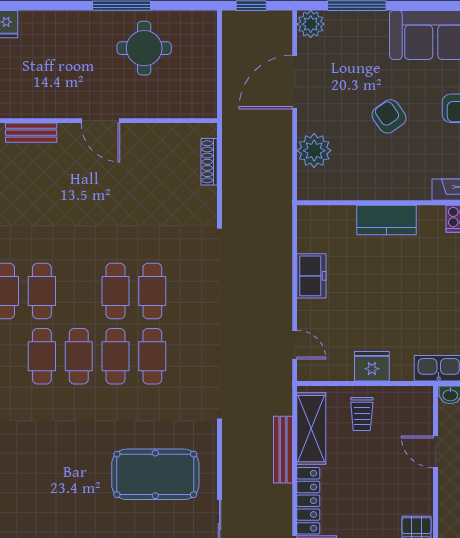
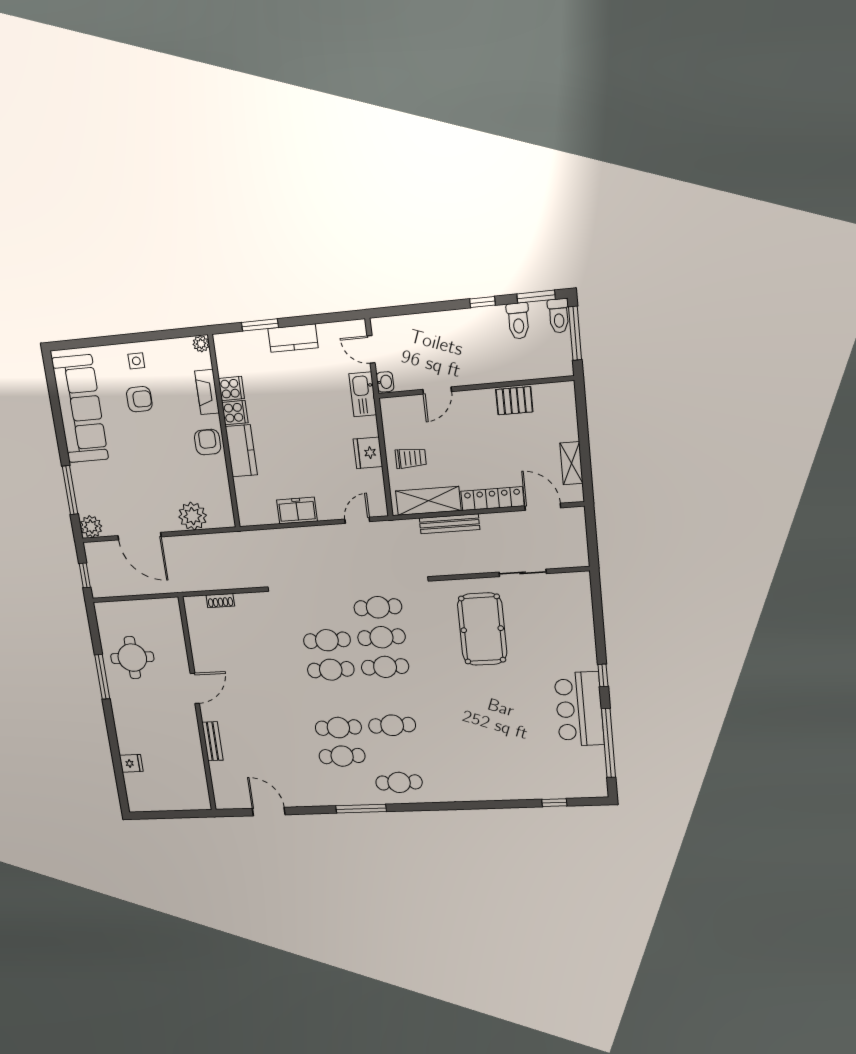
armchair: (389, 116) -> (208, 442), moved, turned 125
shoe rack: (209, 162) -> (220, 601), width x0.70
cooker: (431, 219) -> (235, 413), added
cafe table: (79, 356) -> (378, 607), moved

